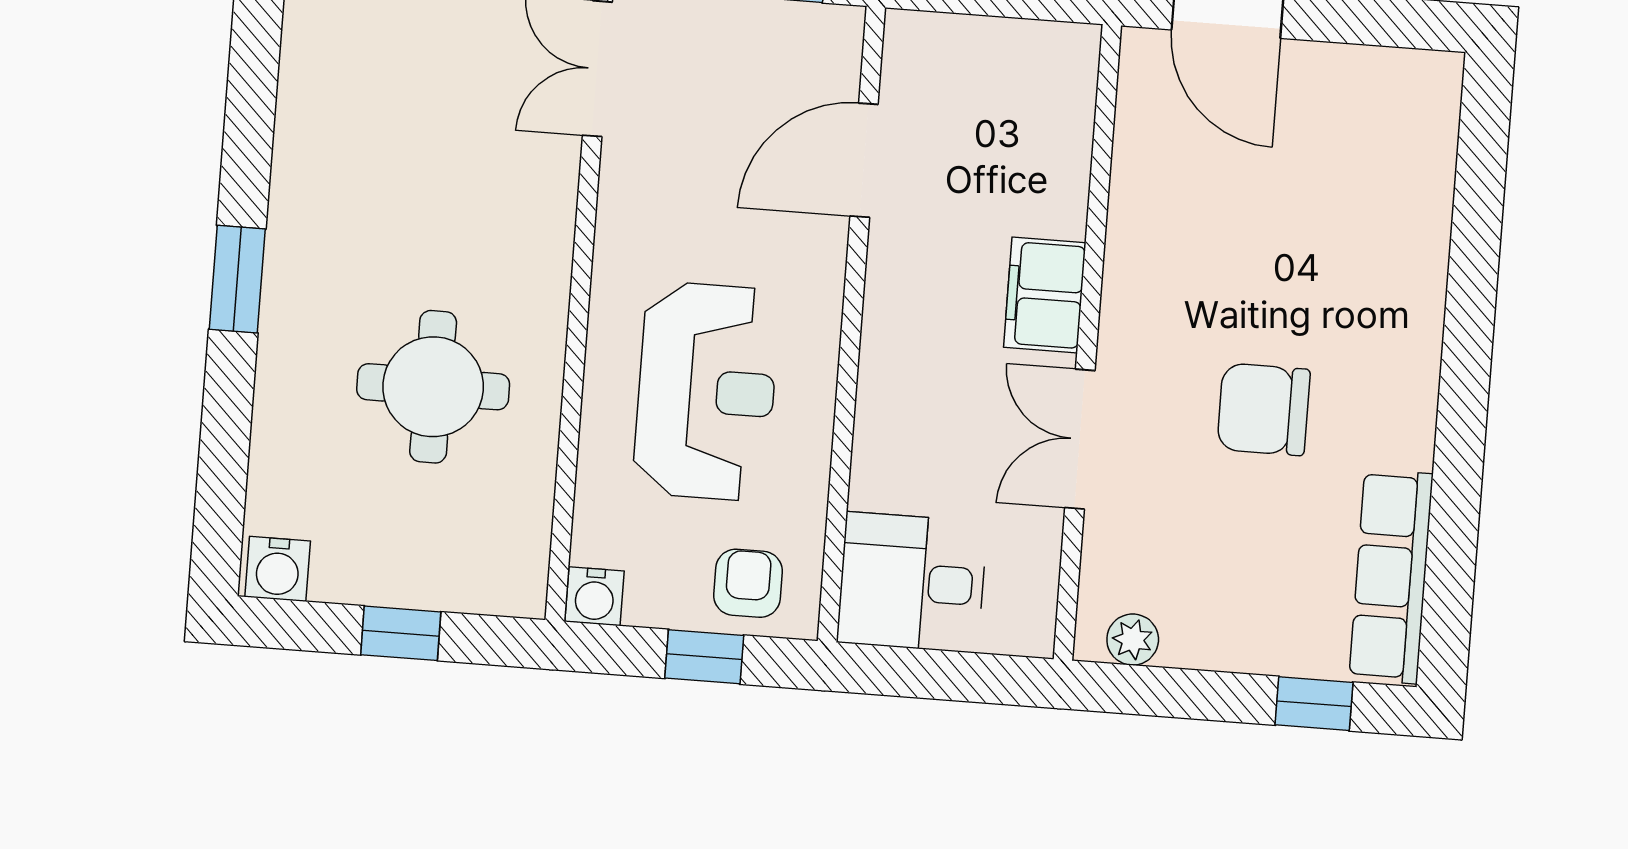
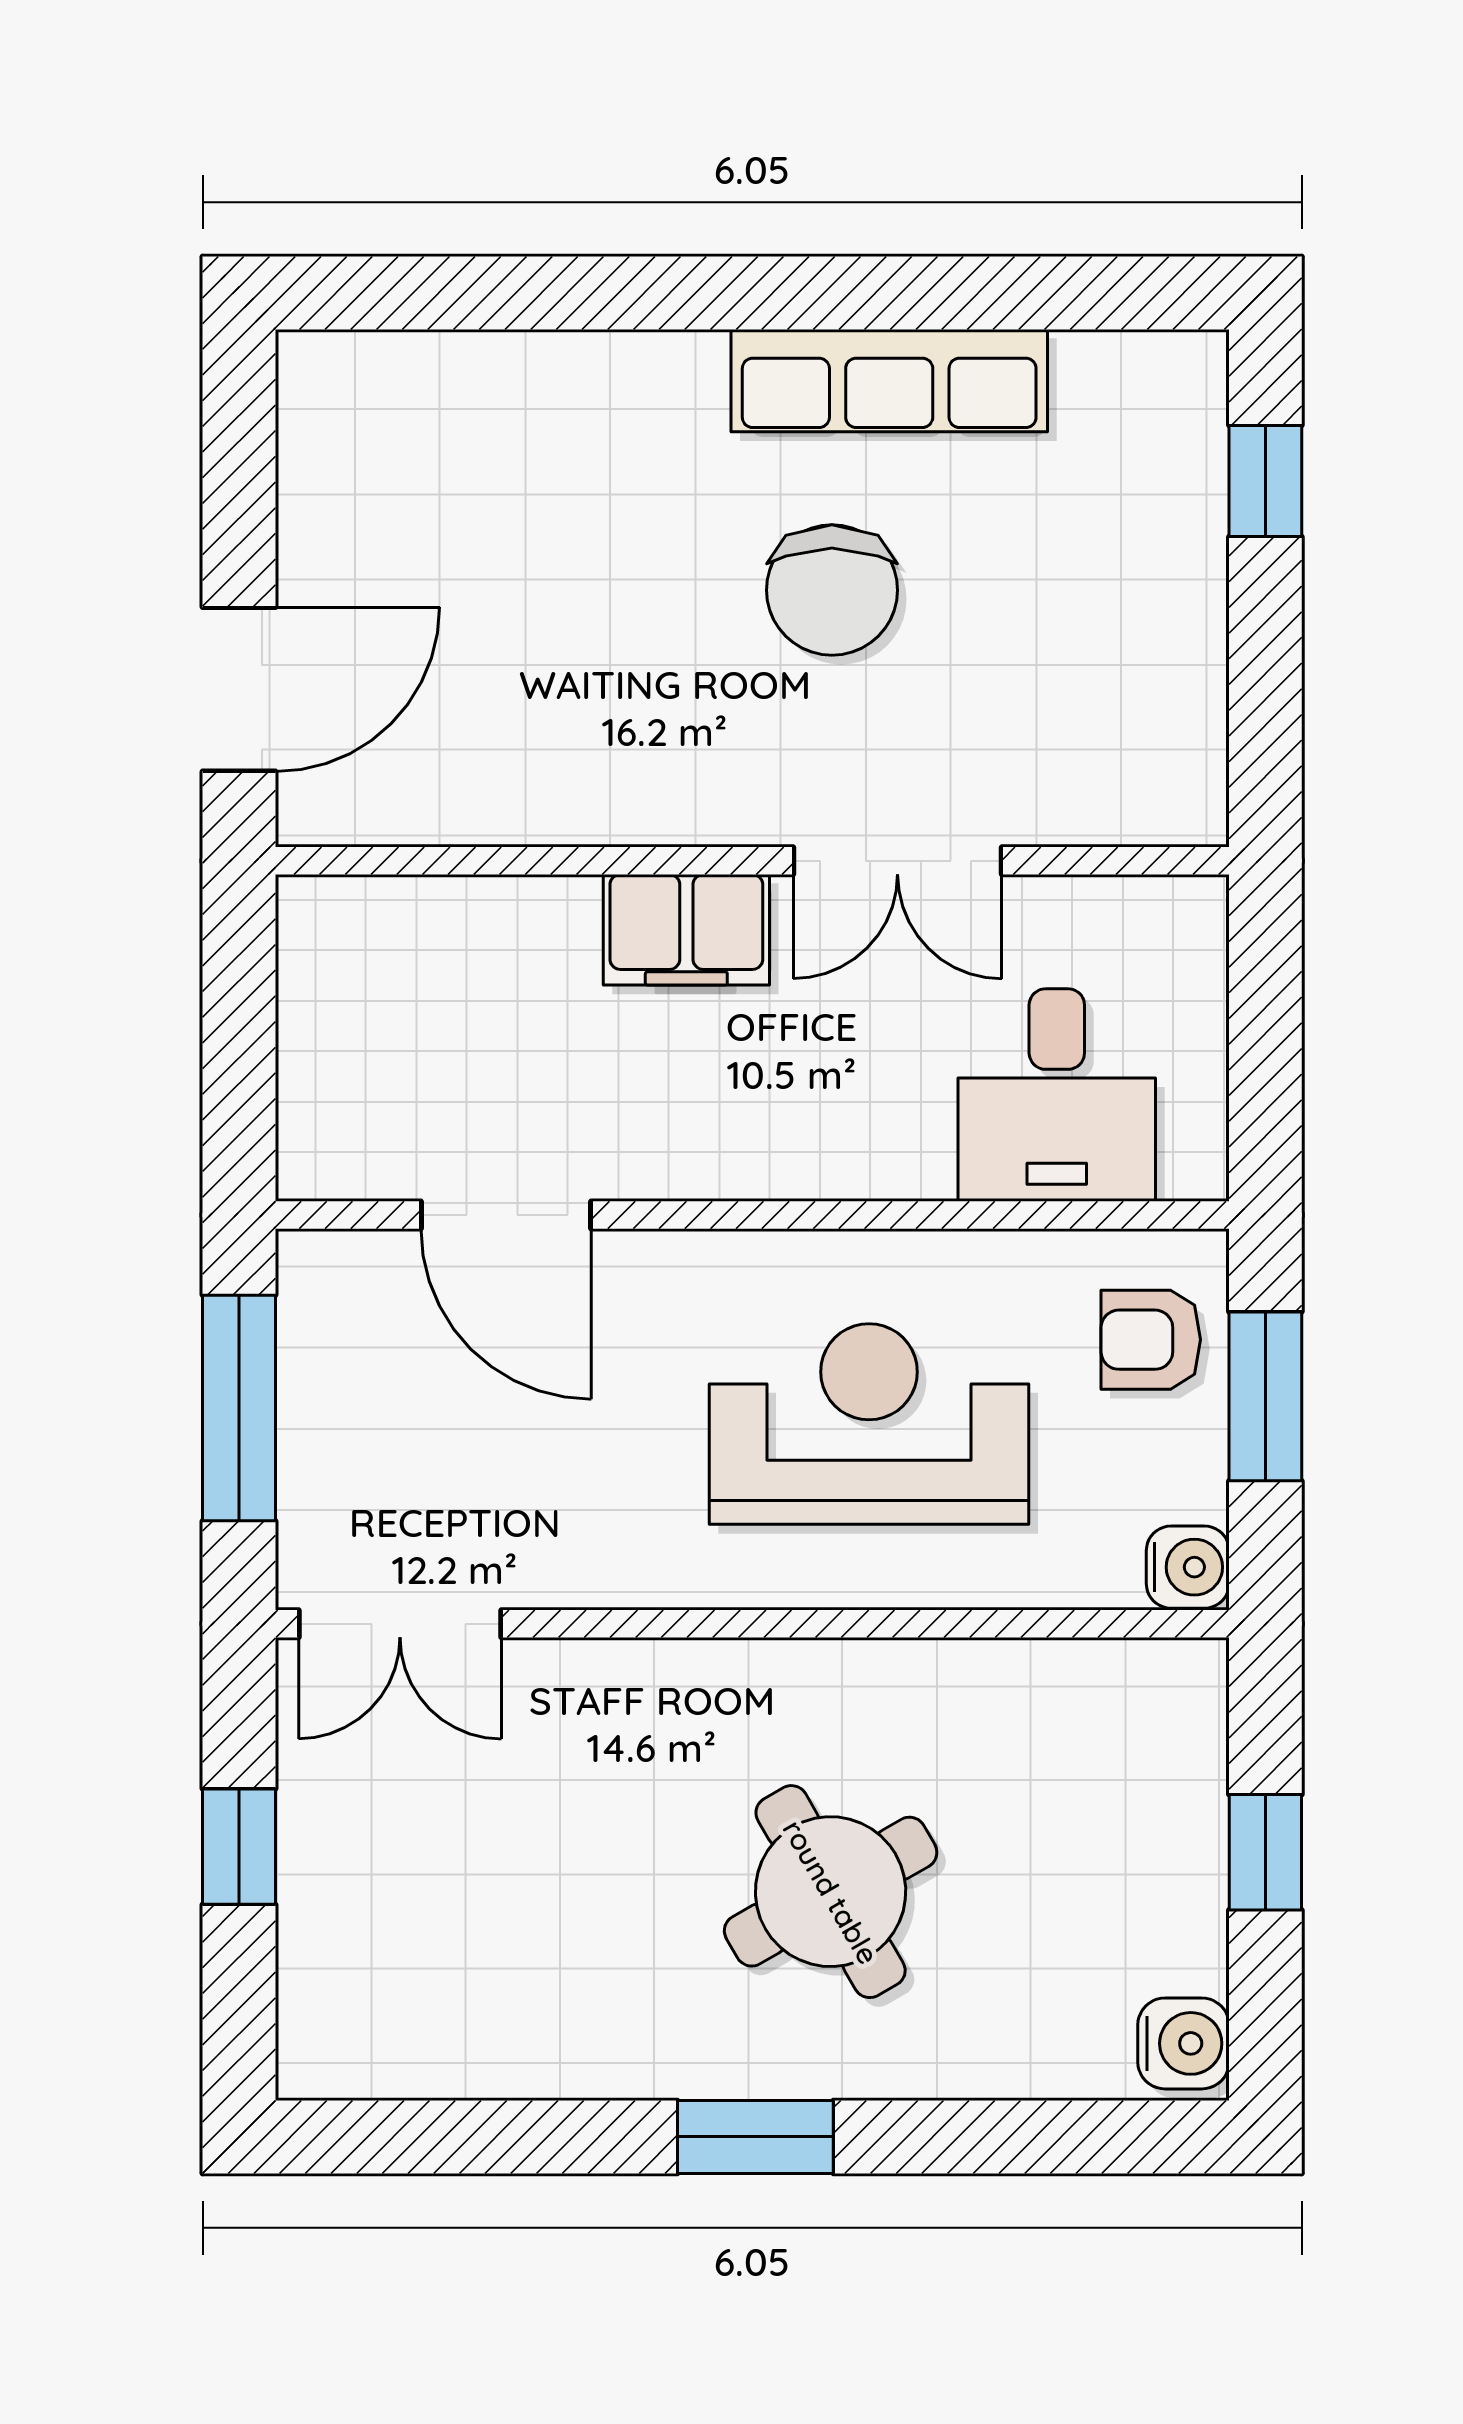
round table: (433, 387) -> (831, 1892), moved, turned -30
row of seats: (1391, 576) -> (889, 381), moved
desk: (912, 582) -> (1057, 1095), moved
plant: (1133, 640) -> (1191, 759), removed
window: (704, 657) -> (1265, 1396), width x1.50

